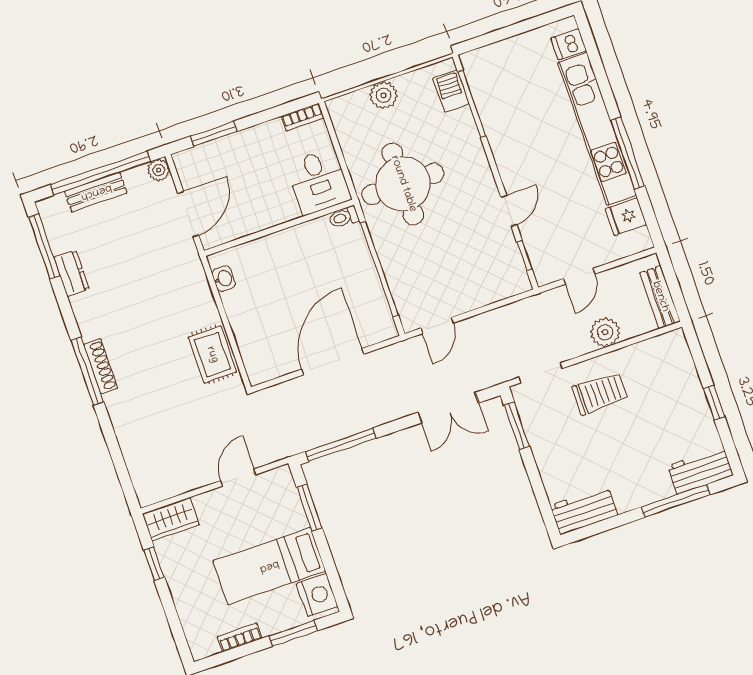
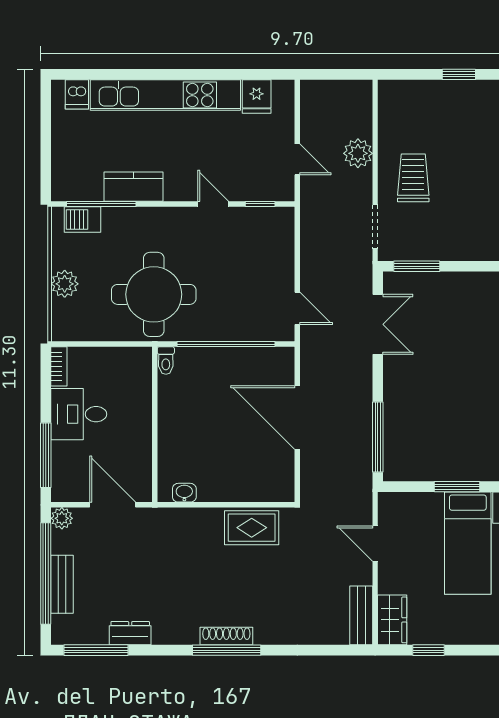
kitchen counter: (499, 129) -> (133, 187), added
window: (214, 134) -> (46, 455), width x1.44
window: (628, 153) -> (198, 74), removed
desk: (319, 181) -> (79, 414), moved, turned 180
bench: (660, 297) -> (361, 615), moved, turned 90
window: (309, 508) -> (457, 487), moved

